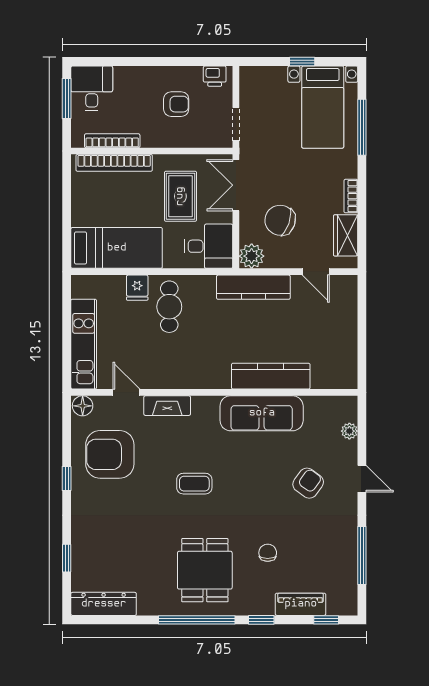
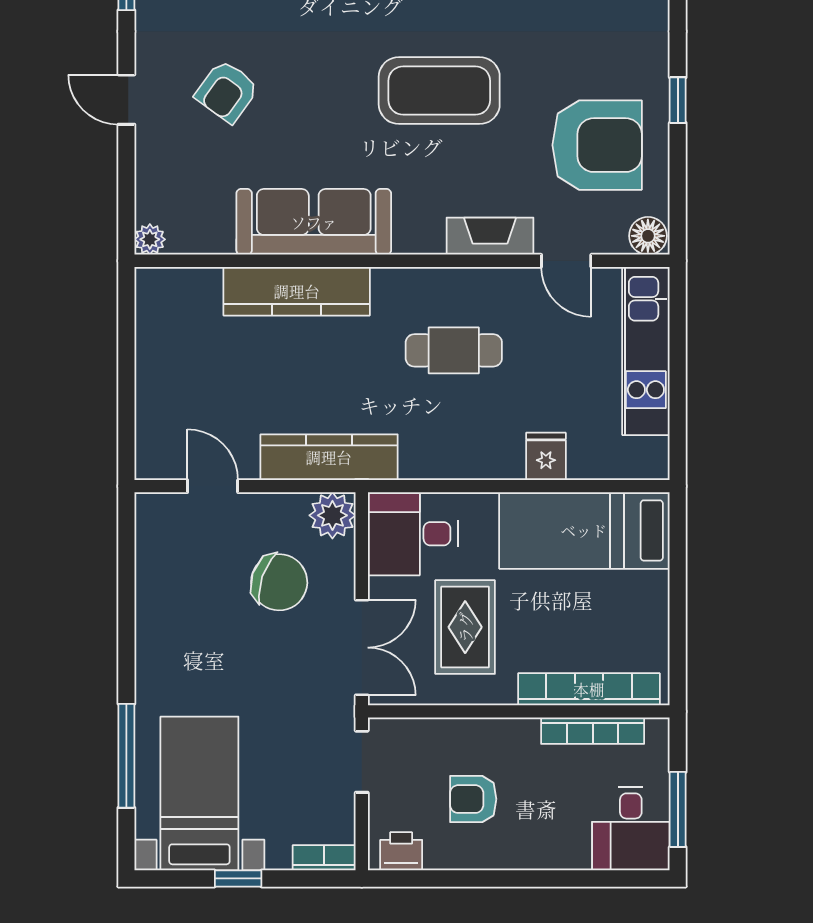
bookcase: (351, 196) -> (324, 858), moved, turned -90
wardrobe: (346, 235) -> (157, 554), removed
cafe table: (169, 307) -> (454, 350), moved, turned 90
plant: (349, 431) -> (150, 239), moved
coffee table: (194, 484) -> (439, 91), width x1.86, depth x1.72

